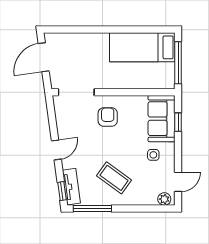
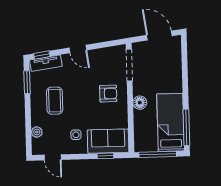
window: (148, 30) -> (186, 127), added
floor lamp: (119, 82) -> (140, 103), added
coffee table: (114, 178) -> (55, 101), turned -36
plant: (164, 199) -> (37, 132), moved
window: (92, 209) -> (27, 82), width x0.69

